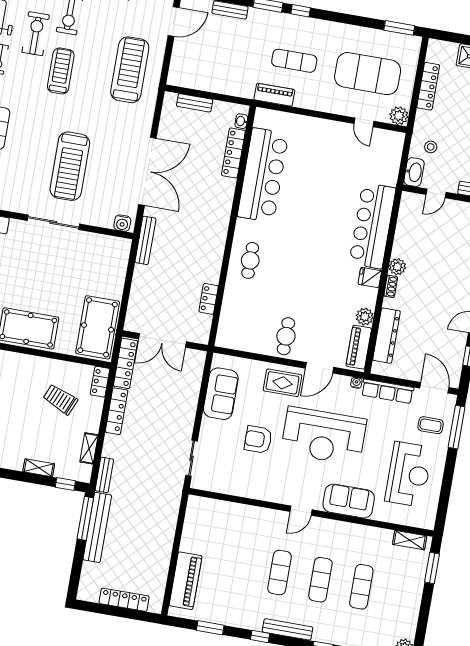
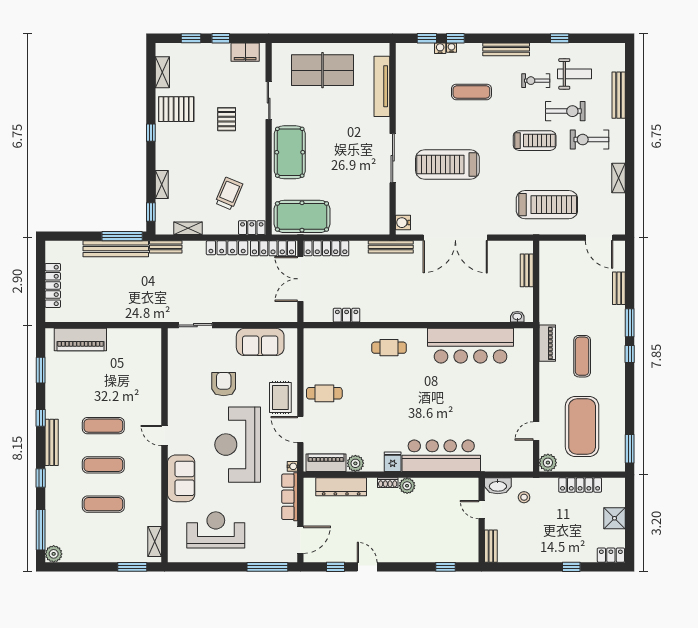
locker: (233, 153) -> (326, 248), moved, turned 180
coffee table: (431, 425) -> (265, 542), removed
reception desk: (409, 474) -> (216, 530), turned 180

